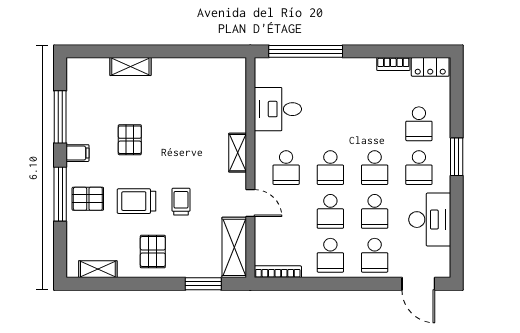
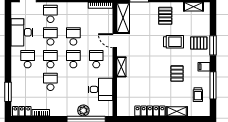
locker: (182, 67) -> (150, 111), added
plant: (311, 68) -> (83, 110), added
school desk: (419, 124) -> (50, 82), moved
window: (457, 157) -> (8, 92), moved
window: (60, 194) -> (213, 45), width x0.69
trolley: (181, 202) -> (198, 95), moved
school desk: (330, 255) -> (73, 14), removed

